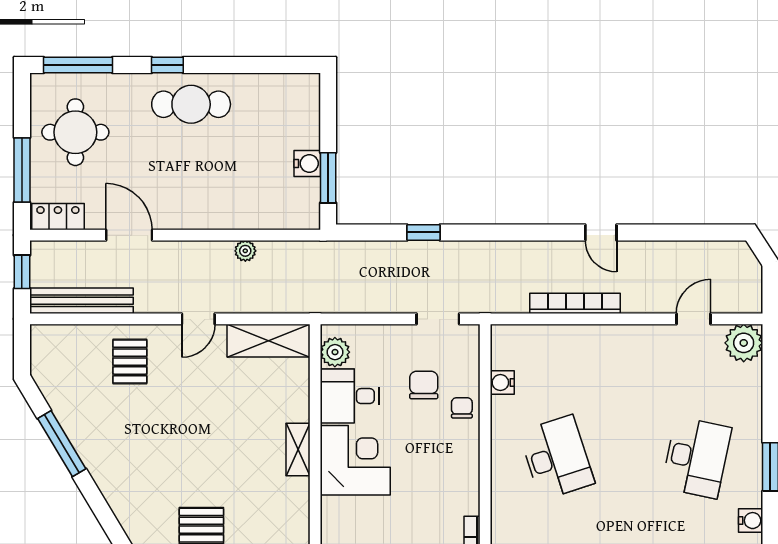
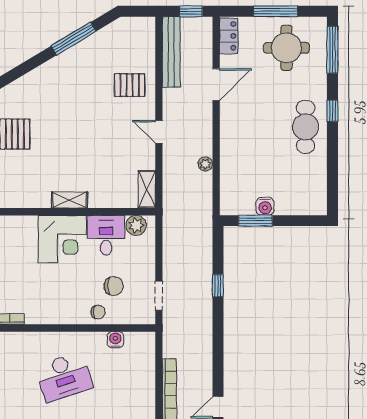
window: (22, 170) -> (276, 11), moved
shelving: (268, 341) -> (147, 189), width x0.67, depth x0.75

